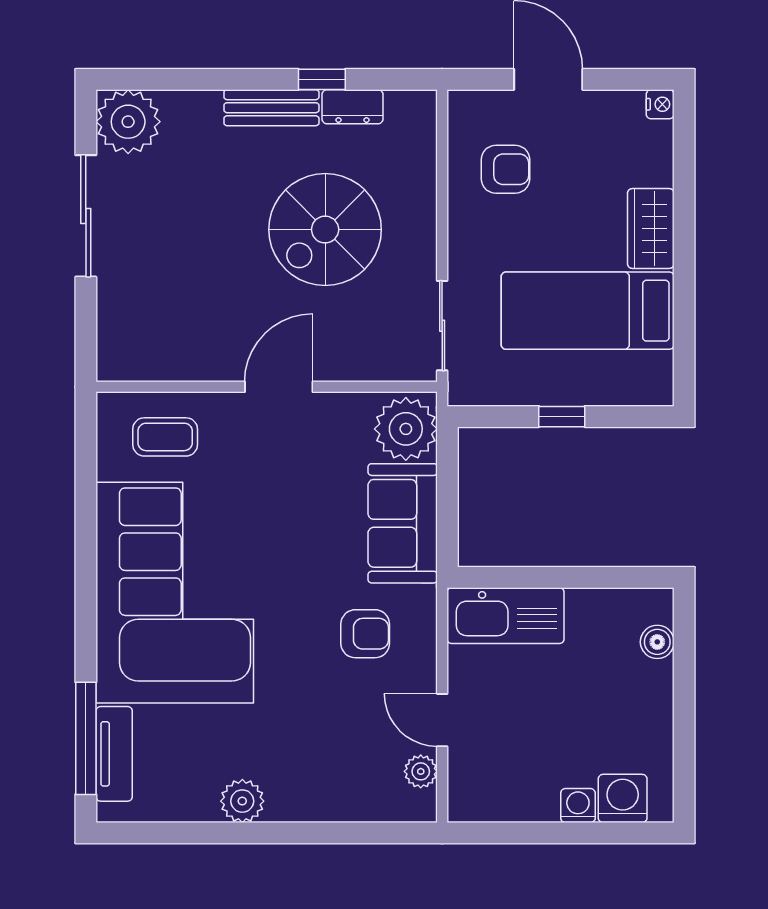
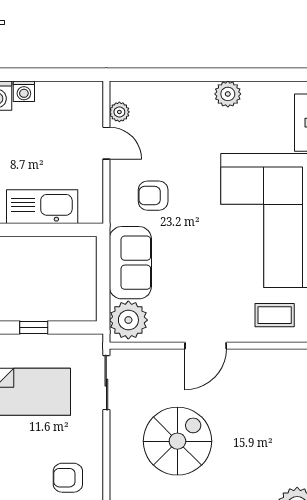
kitchen sink: (505, 616) -> (42, 207), moved

